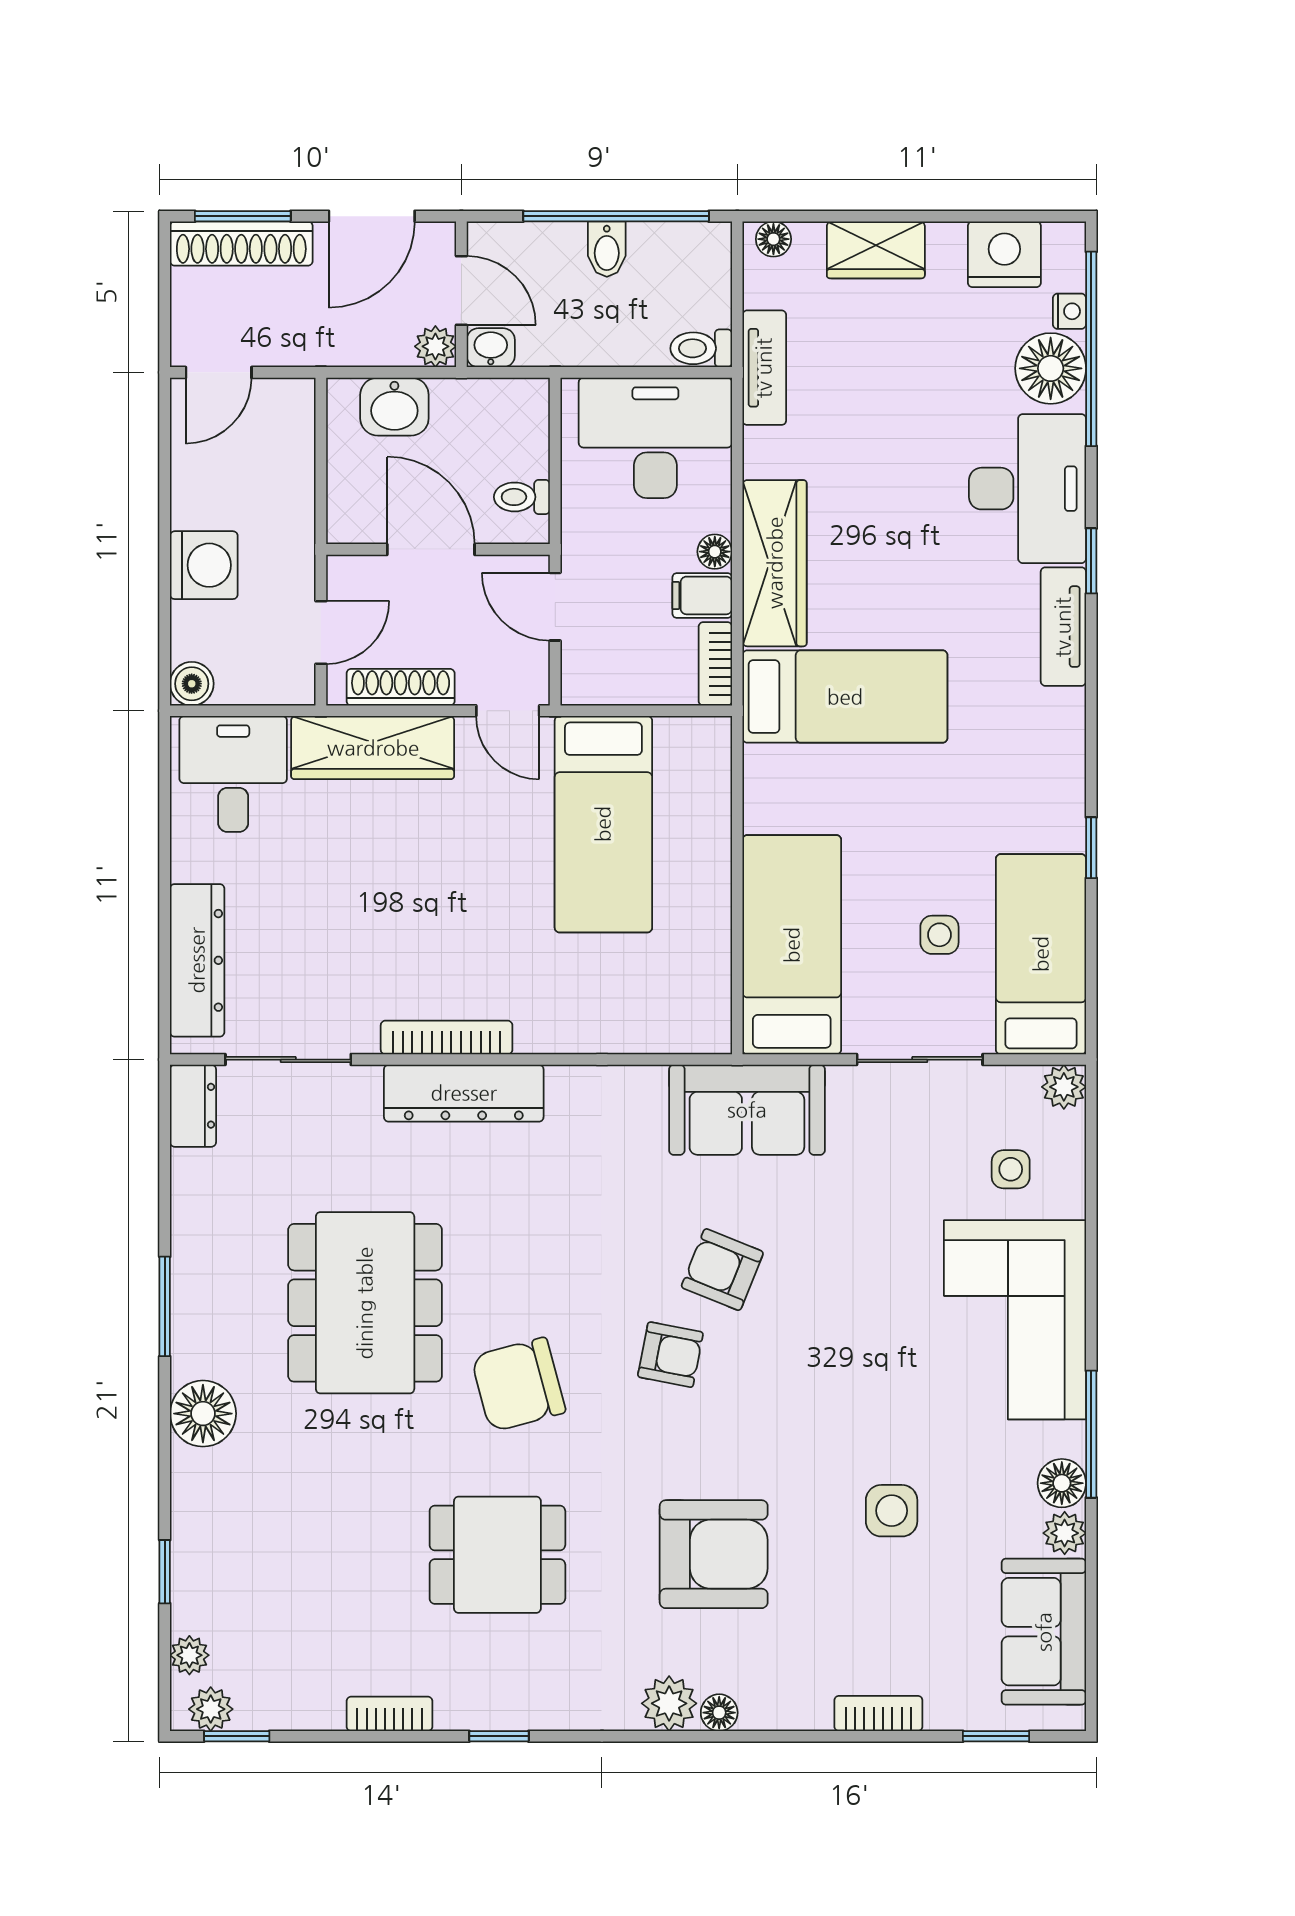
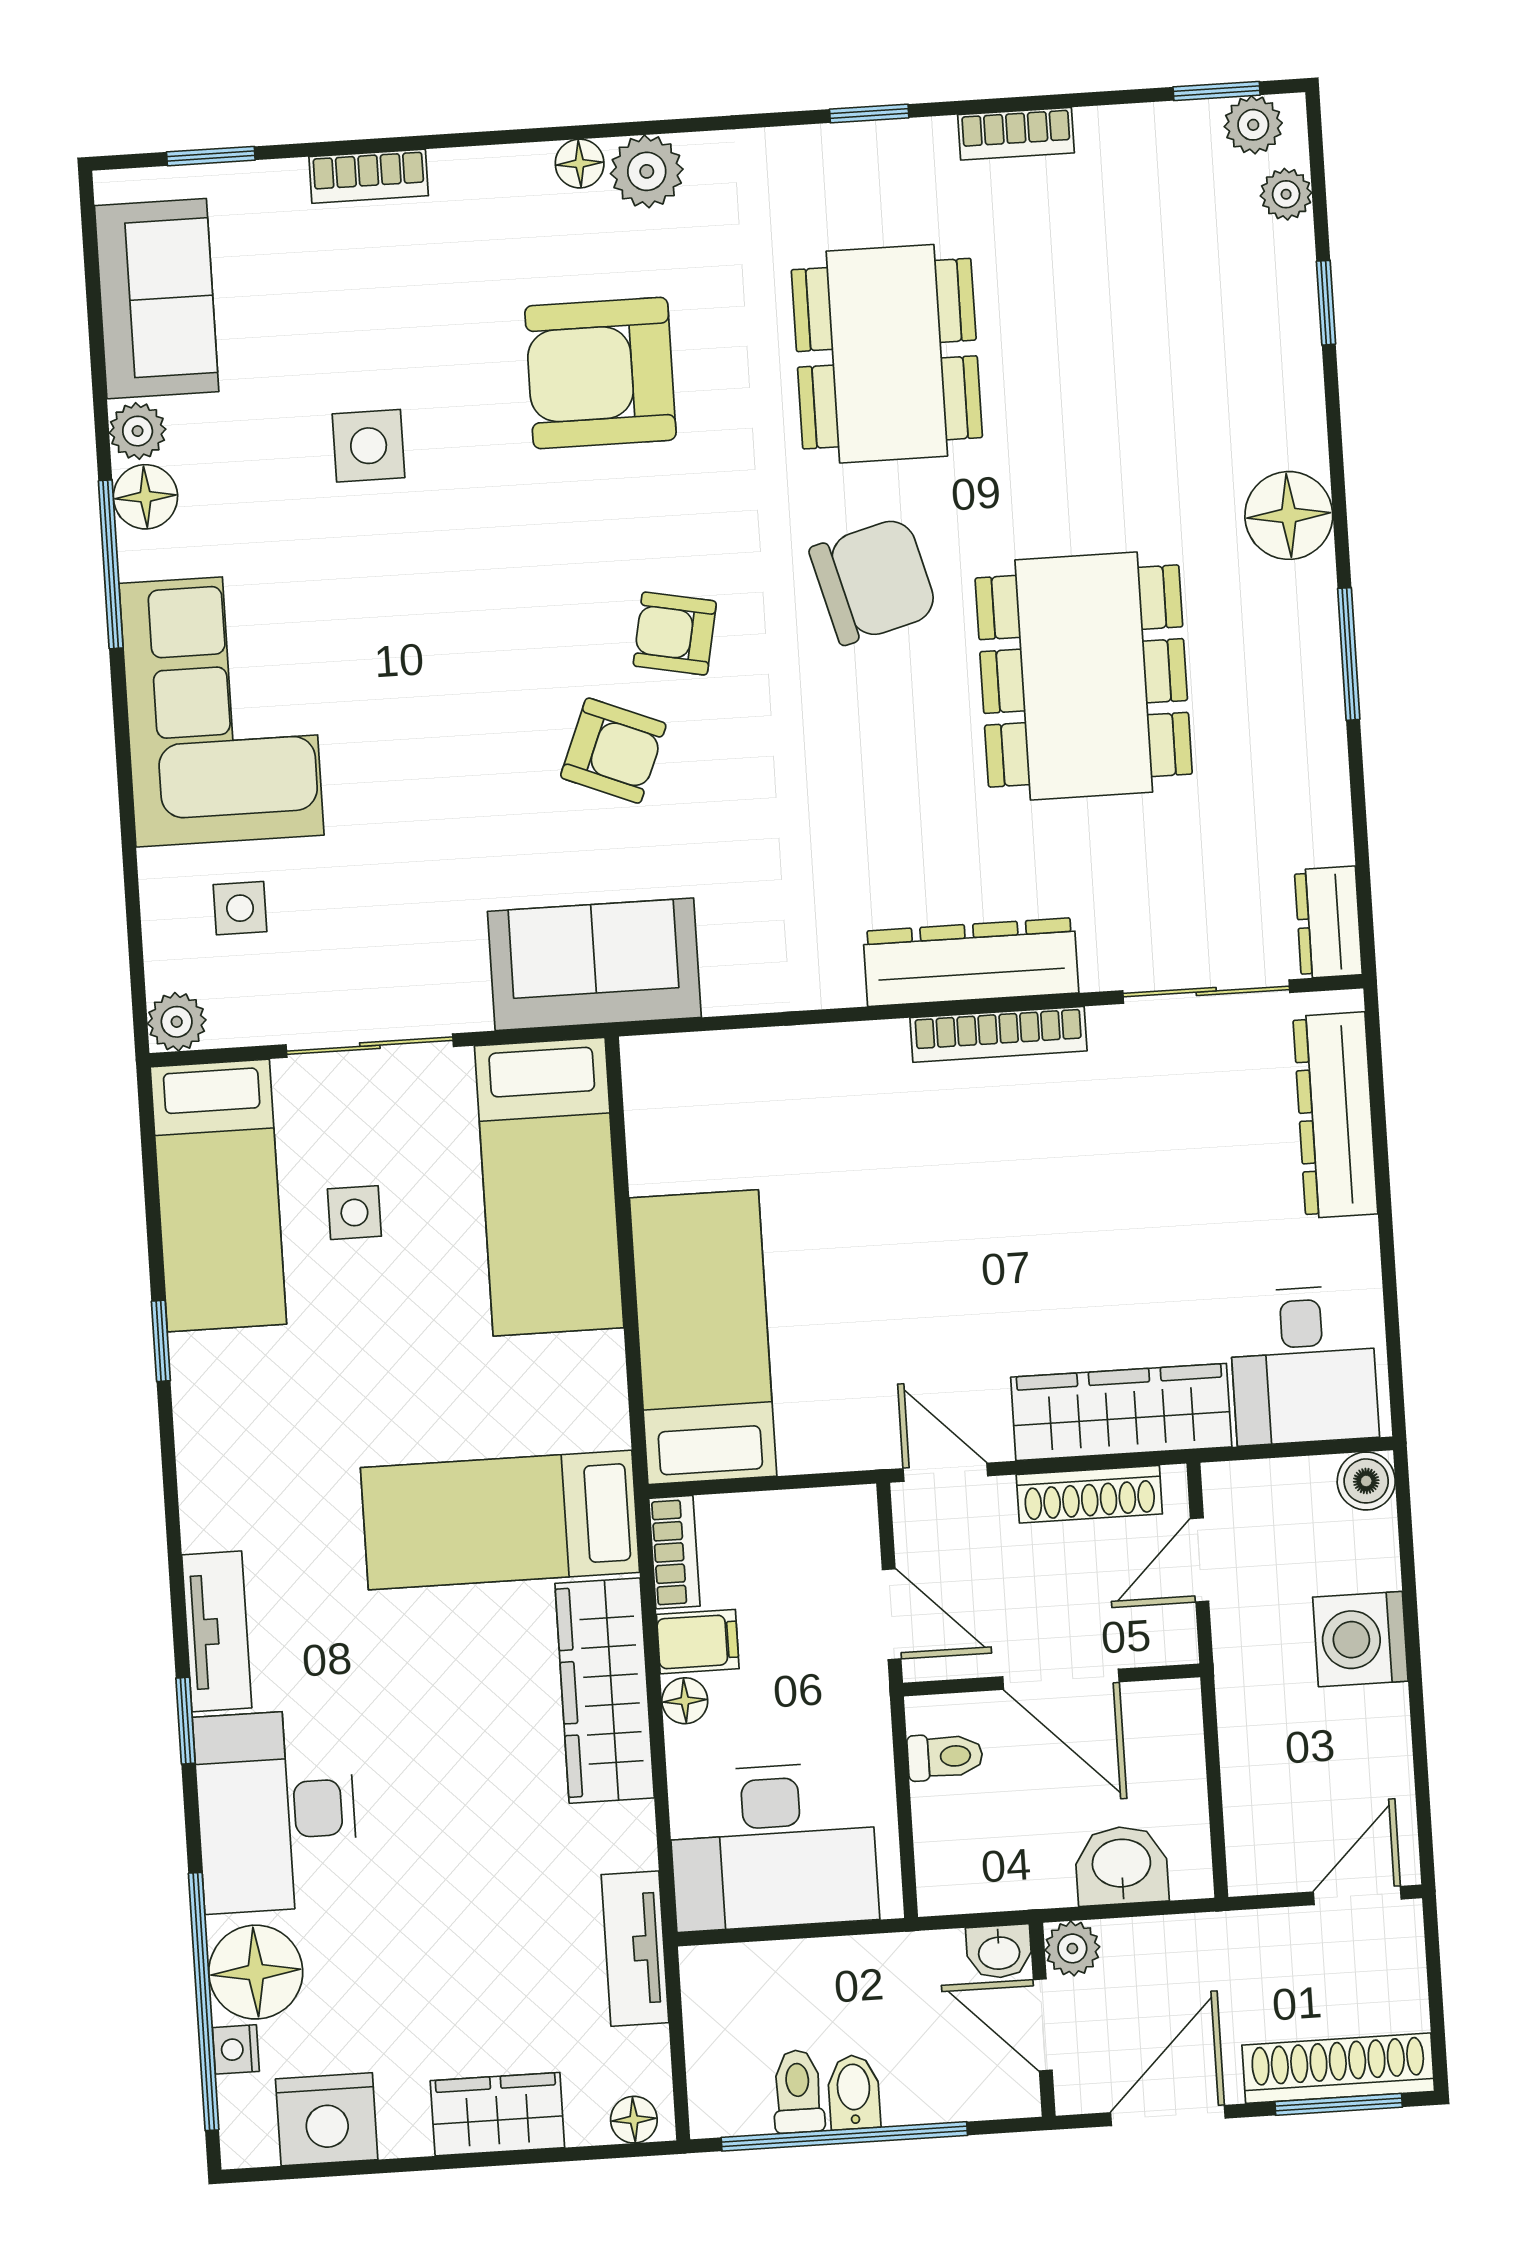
toilet: (701, 348) -> (798, 2091), moved, turned -90
bed: (603, 824) -> (703, 1337), moved
dining table: (497, 1555) -> (887, 354), width x1.38

